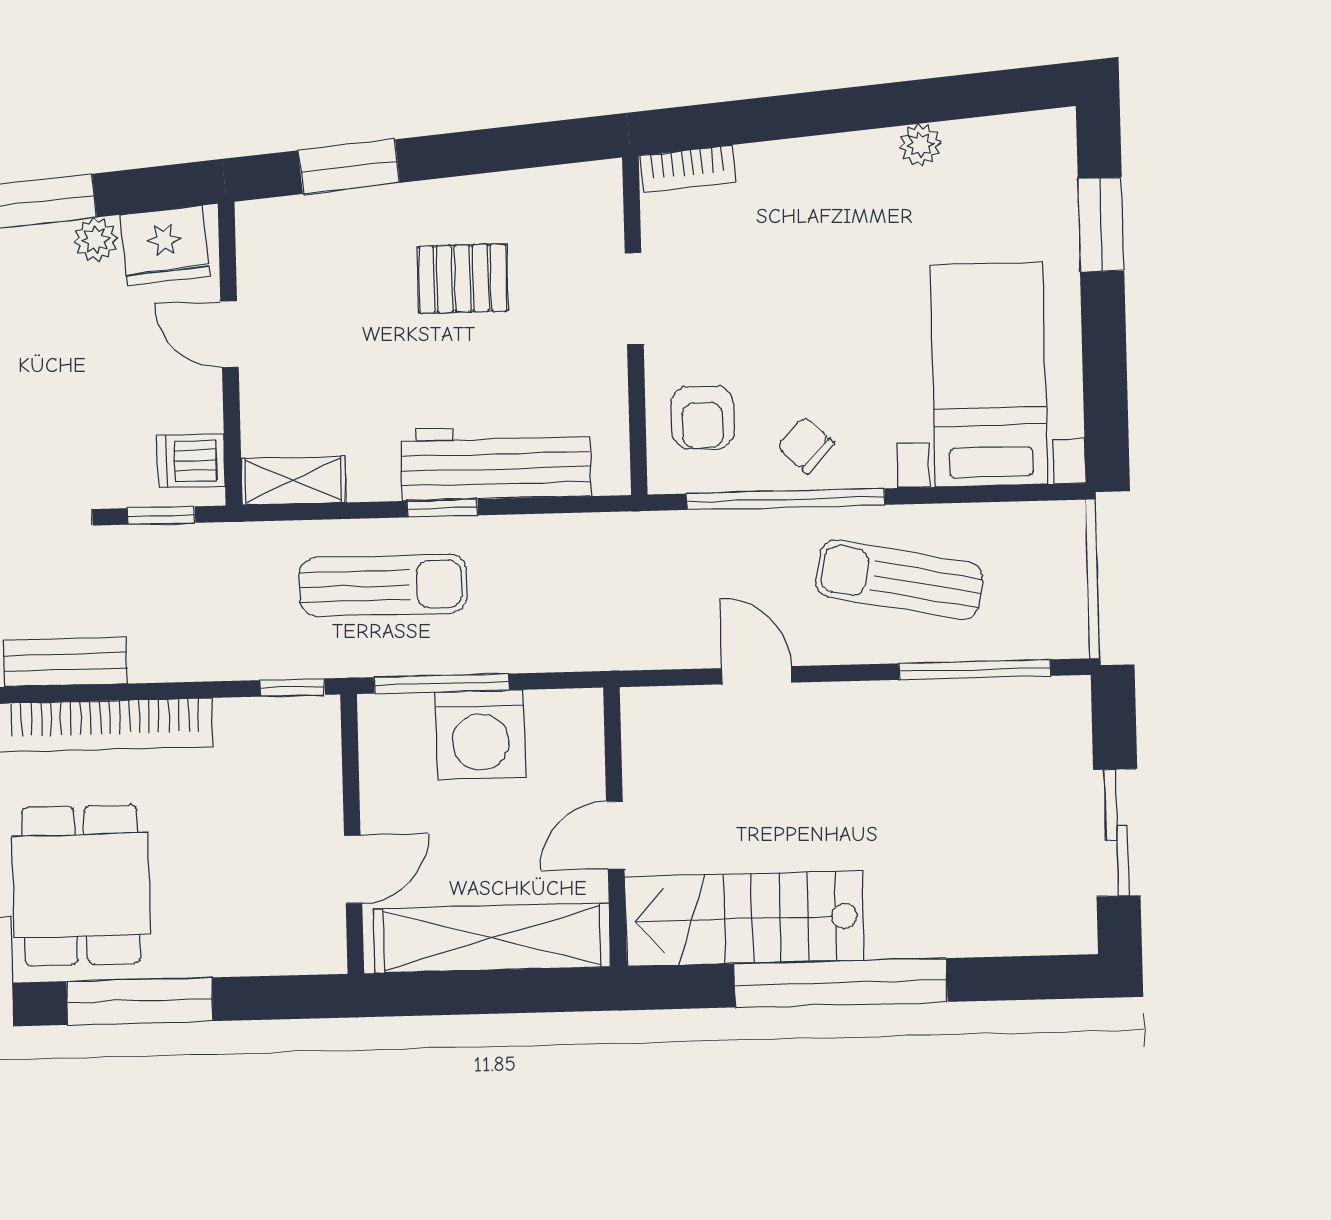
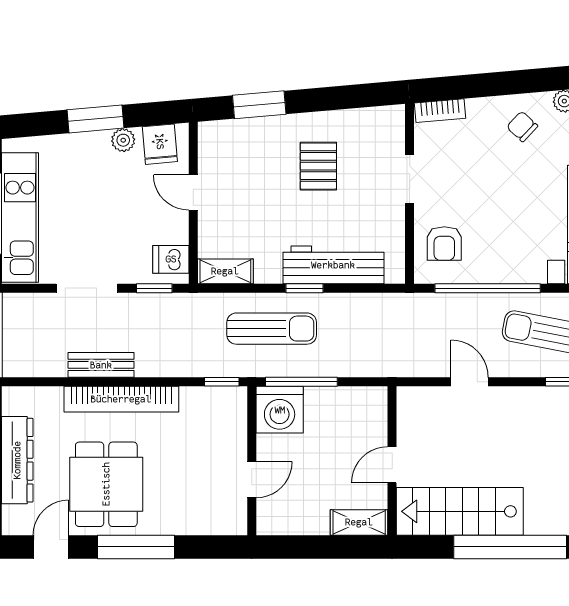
fridge: (165, 245) -> (160, 144), width x0.72
pallet: (463, 279) -> (318, 166), turned 90
chair: (806, 445) -> (522, 126), moved
washing machine: (480, 735) -> (280, 410), moved
shelving: (492, 938) -> (359, 522), width x0.45, depth x0.75

